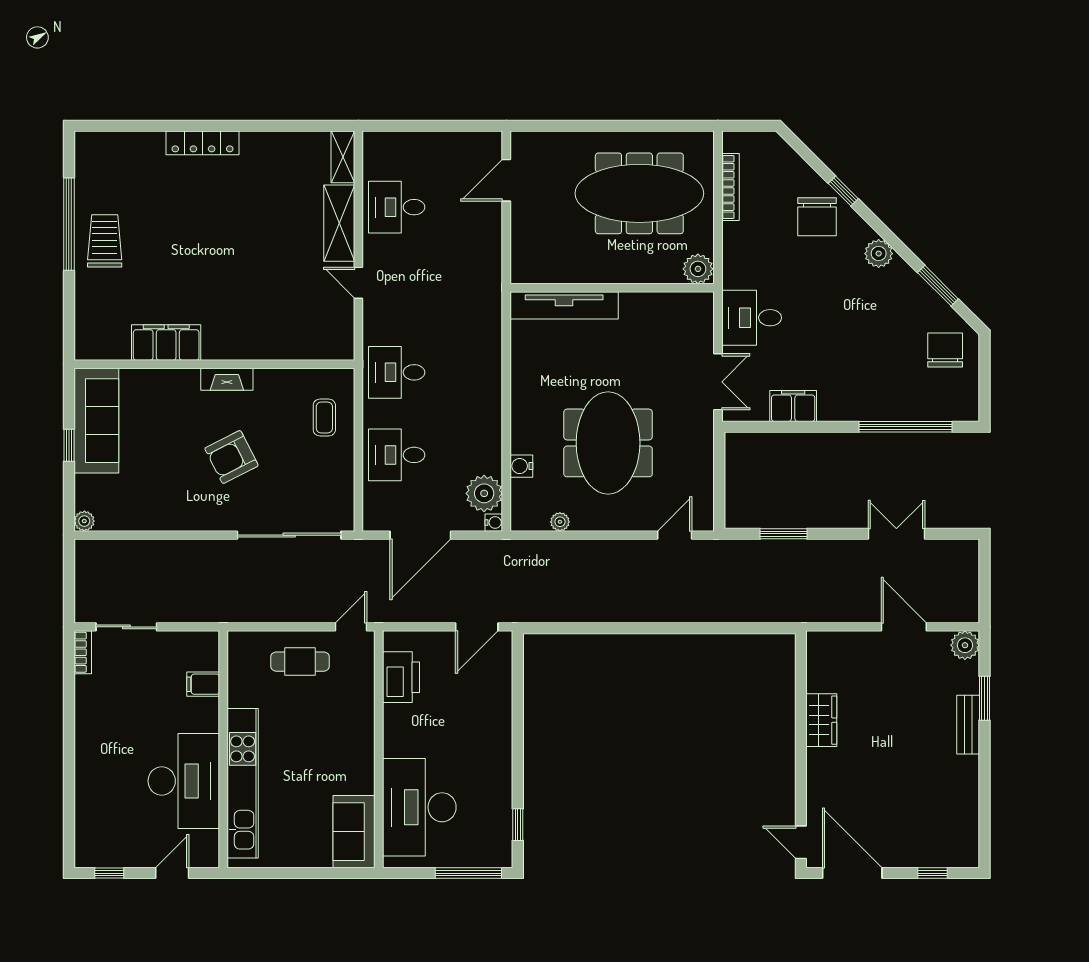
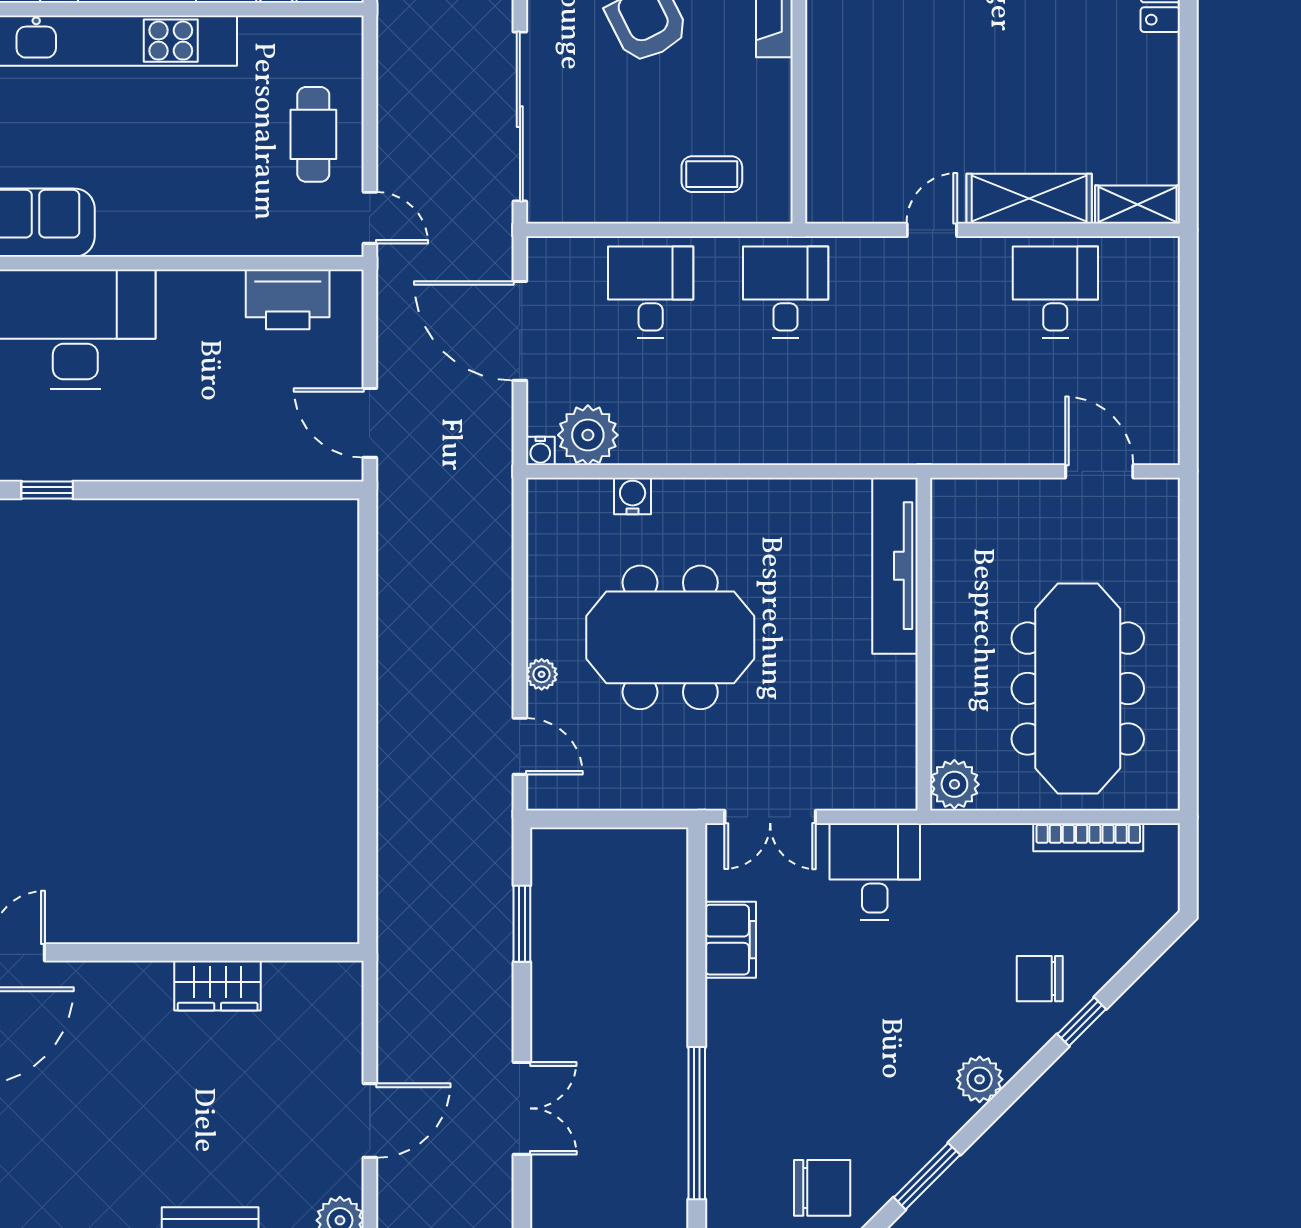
chair: (817, 217) -> (1040, 979), width x0.73, depth x0.73
plant: (560, 522) -> (542, 674), moved

